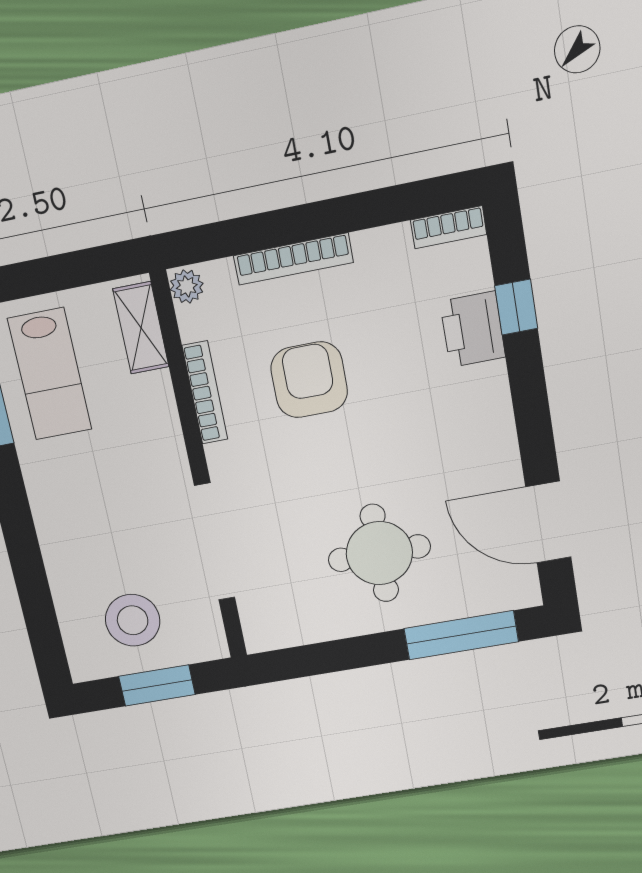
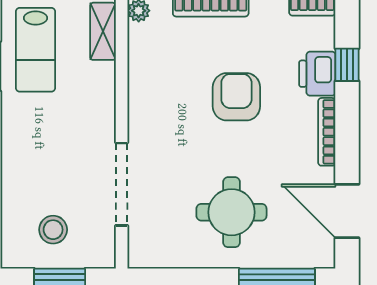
armchair: (309, 380) -> (236, 97), moved
bookcase: (205, 393) -> (327, 132), moved, turned 180
stool: (133, 620) -> (53, 230), width x0.73, depth x0.73

